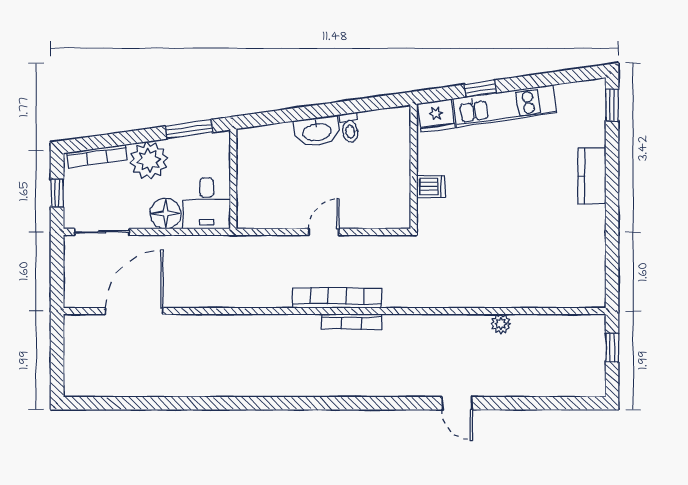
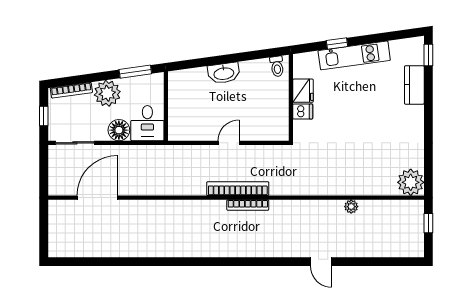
fridge: (436, 116) -> (303, 91), moved, turned -82
toilet: (350, 128) -> (277, 66), moved
kitchen counter: (592, 176) -> (414, 85), moved
plant: (587, 289) -> (411, 182), added

